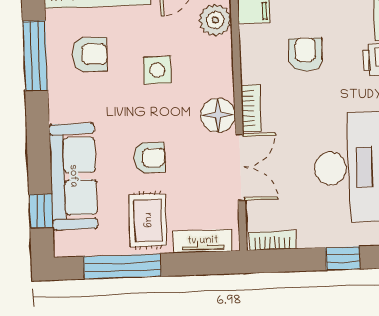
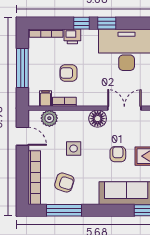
armchair: (90, 54) -> (64, 183), turned 108
bookcase: (251, 108) -> (64, 102), moved

